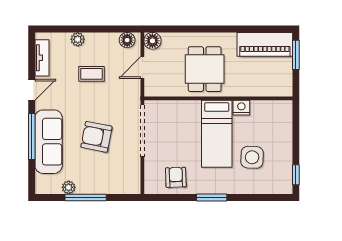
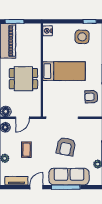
door: (142, 68) -> (22, 118), hinge flipped
door: (32, 90) -> (36, 187), hinge flipped
nightstand: (241, 108) -> (48, 31), moved
side table: (252, 157) -> (82, 37), moved

